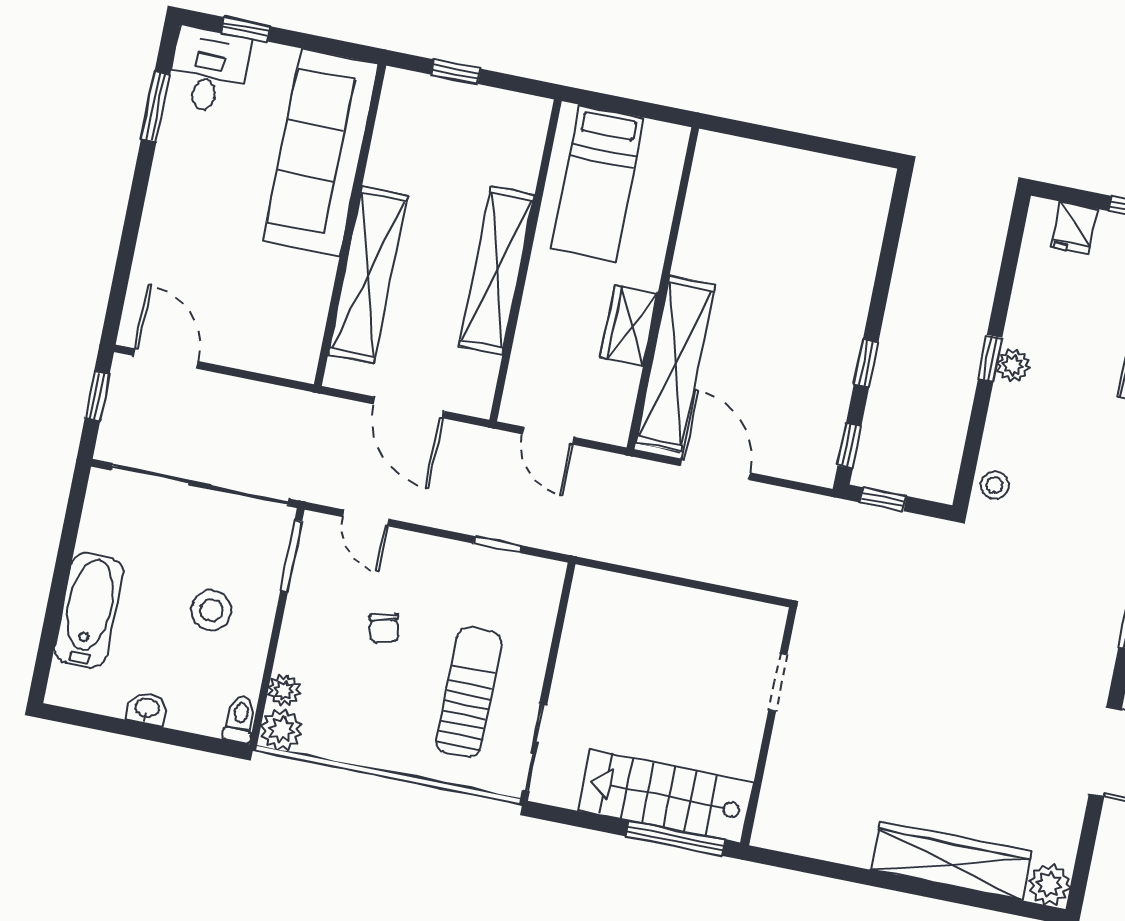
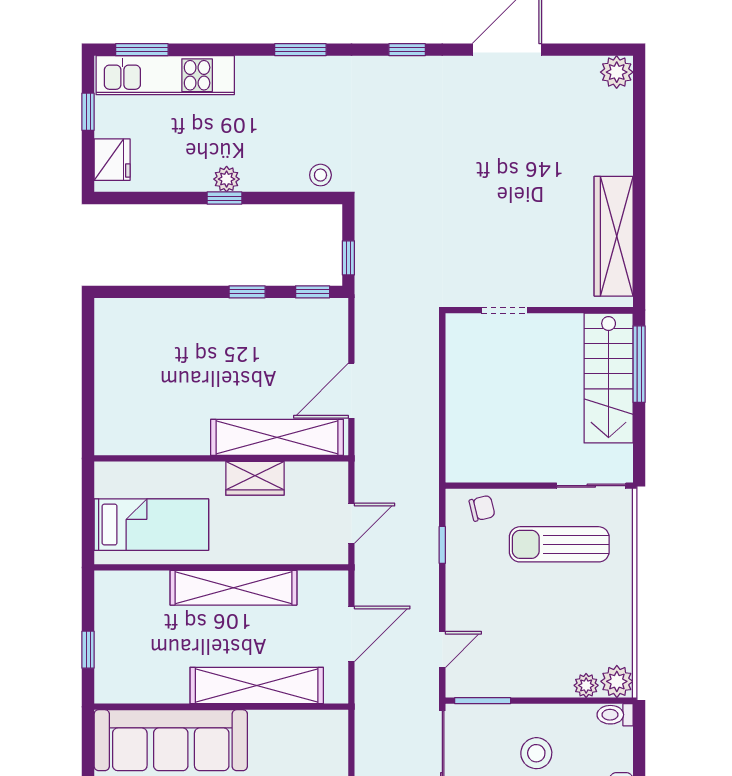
fridge: (1074, 228) -> (112, 160), width x1.38
chair: (384, 628) -> (482, 508), moved
wardrobe: (951, 861) -> (614, 236), moved

